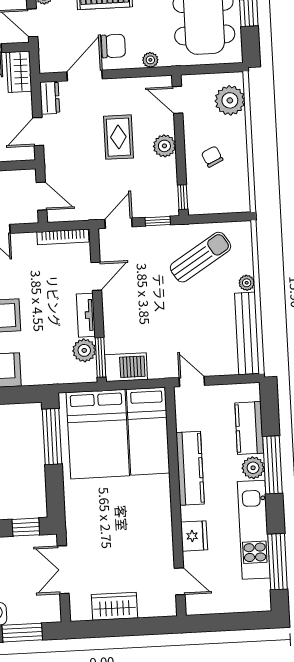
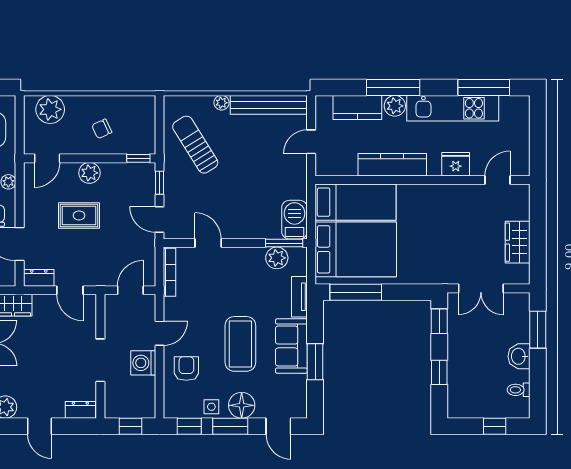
tv unit: (86, 315) -> (299, 297), moved, turned 90
door: (192, 381) -> (311, 142), moved

